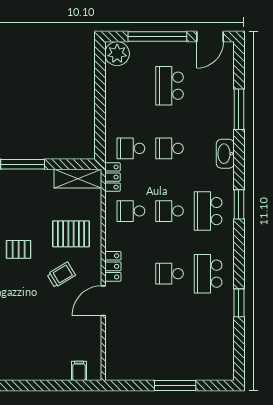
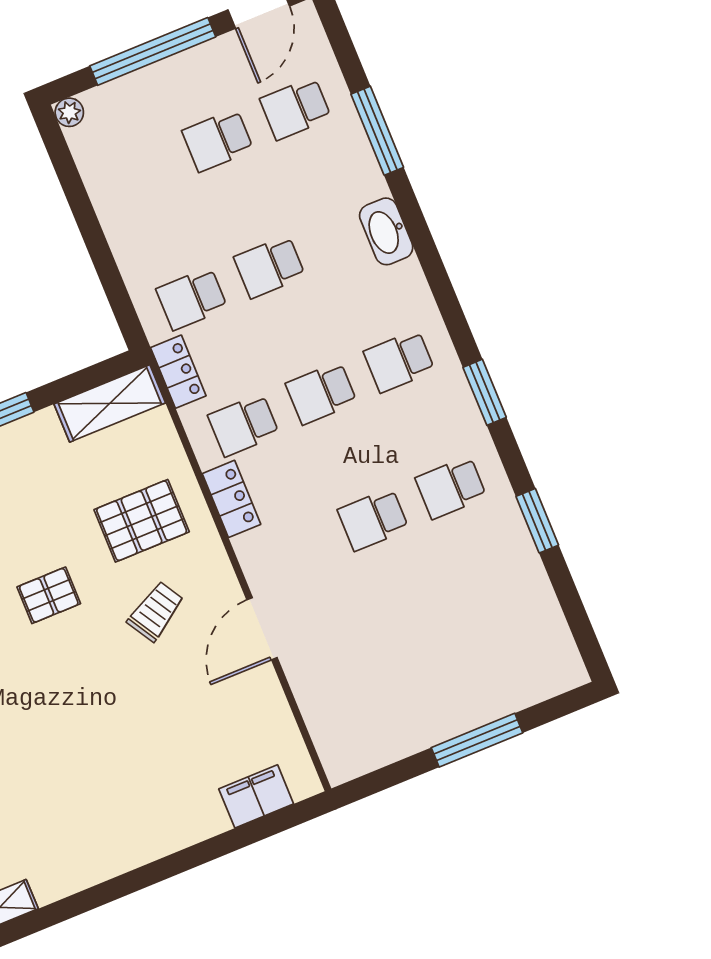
plant: (117, 54) -> (69, 112), width x0.53, depth x0.53
school desk: (170, 86) -> (218, 140), width x0.54
school desk: (208, 86) -> (295, 109), added
window: (239, 204) -> (485, 392), moved
school desk: (208, 211) -> (399, 361), width x0.54
locker: (113, 266) -> (231, 499), moved
school desk: (208, 274) -> (451, 488), width x0.54
filing cabinet: (79, 371) -> (256, 796), width x2.00

